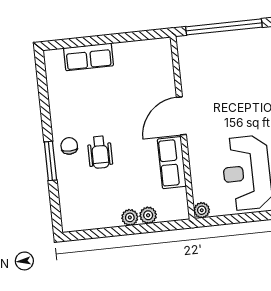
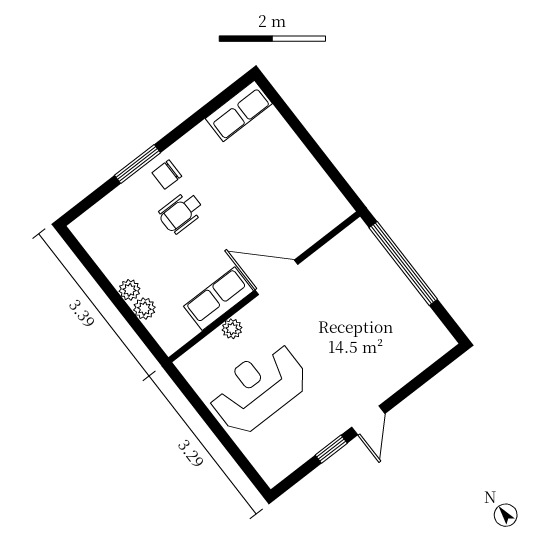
row of seats: (88, 57) -> (239, 111), moved, turned -90
chair: (69, 146) -> (167, 174), turned 180
plant: (202, 210) -> (232, 329), moved

